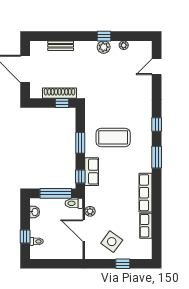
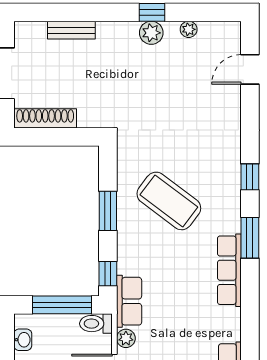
shoe rack: (59, 93) -> (45, 118), moved
window: (62, 103) -> (74, 137), removed
coffee table: (113, 137) -> (169, 201), turned 37
row of seats: (92, 172) -> (129, 301), moved
row of seats: (146, 193) -> (229, 270), moved

